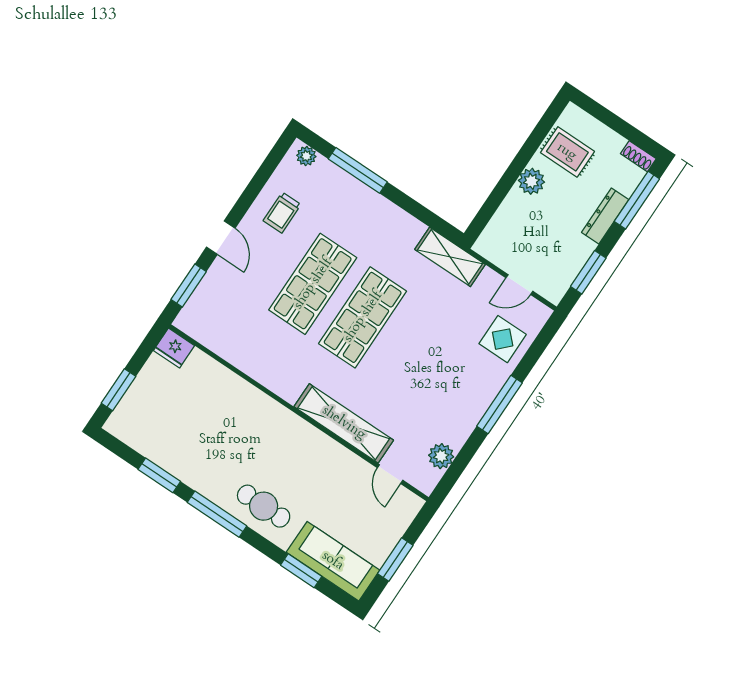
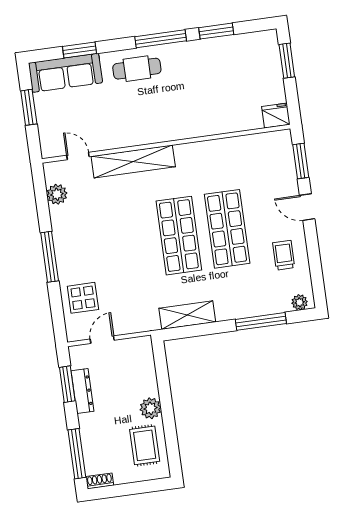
rug: (567, 152) -> (145, 445), turned 90
dresser: (605, 216) -> (82, 391), moved
shelving: (450, 257) -> (187, 315), moved

